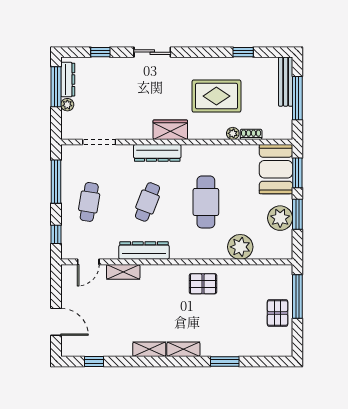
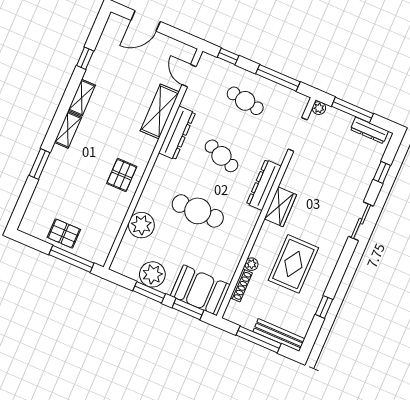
window: (56, 87) -> (352, 110), moved
plant: (67, 105) -> (319, 108), moved
shoe rack: (251, 134) -> (241, 285), width x1.43
shelving: (123, 272) -> (160, 111), width x1.50, depth x1.33
window: (94, 362) -> (85, 58), moved

